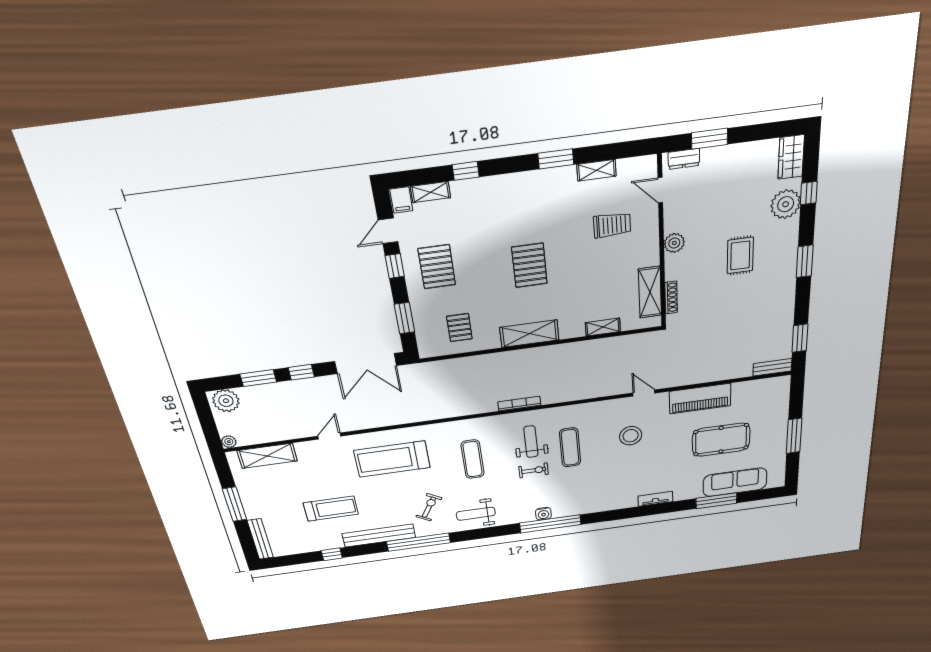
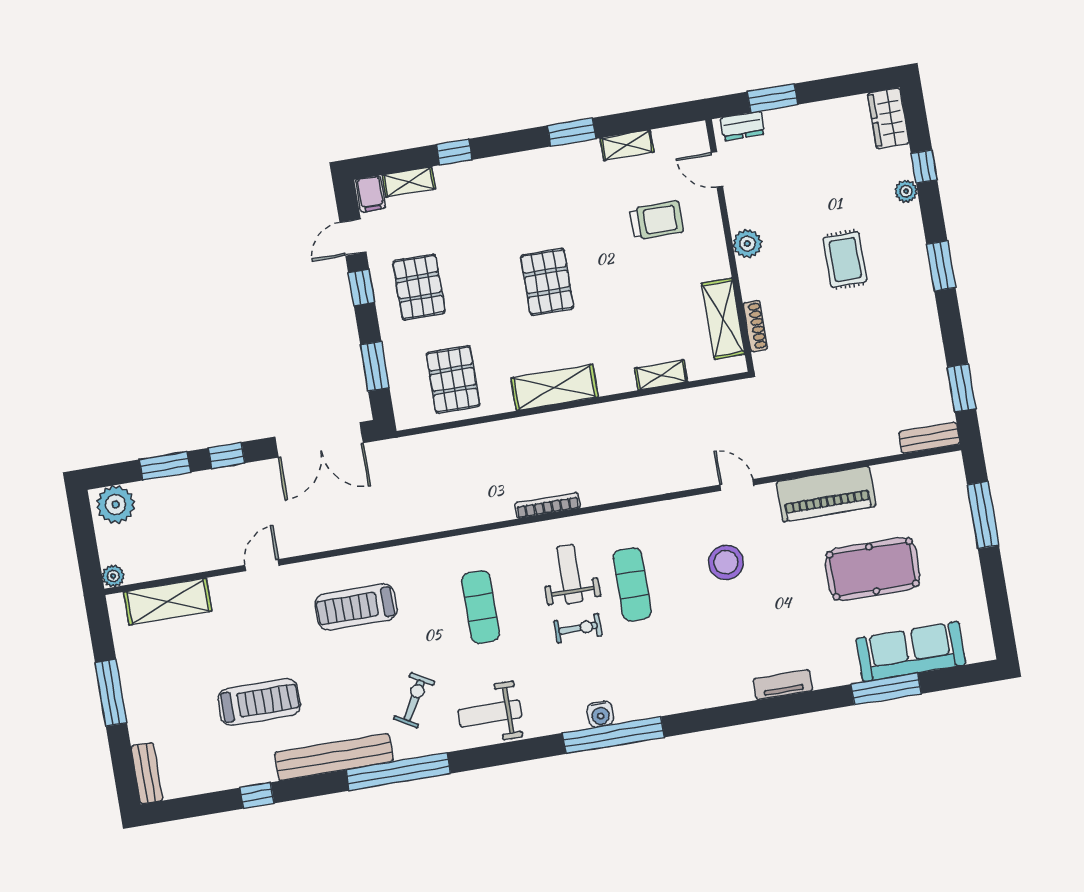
plant: (786, 204) -> (906, 191), width x0.53, depth x0.53
pallet: (459, 328) -> (453, 380), width x1.50, depth x1.42
window: (794, 436) -> (983, 515), moved
treadmill: (392, 459) -> (356, 607), width x0.73, depth x0.73
bench: (260, 539) -> (147, 773), width x0.73

